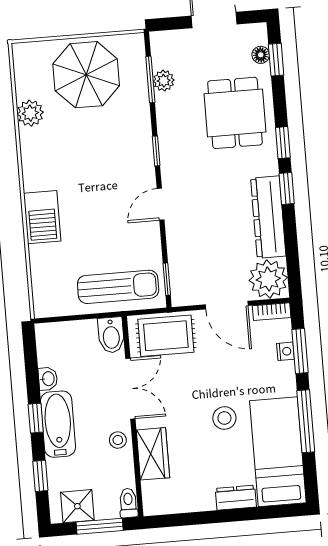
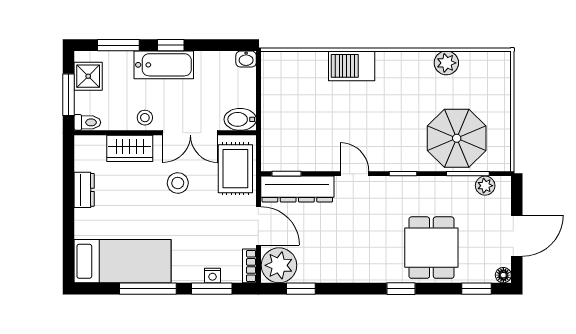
floor lamp: (261, 55) -> (503, 275), moved
parasol: (86, 75) -> (457, 138), moved
plant: (164, 81) -> (485, 186), moved
dining table: (235, 113) -> (431, 248), turned 90
window: (287, 189) -> (301, 289), moved
dresser: (268, 217) -> (297, 189), moved, turned 180
sun lounger: (118, 287) -> (283, 129), removed
door: (227, 305) -> (258, 226), swing flipped
washbasin: (48, 379) -> (246, 59), moved
stool: (224, 418) -> (178, 183), moved
window: (40, 476) -> (118, 45), width x1.50
dresser: (236, 498) -> (84, 190), moved

